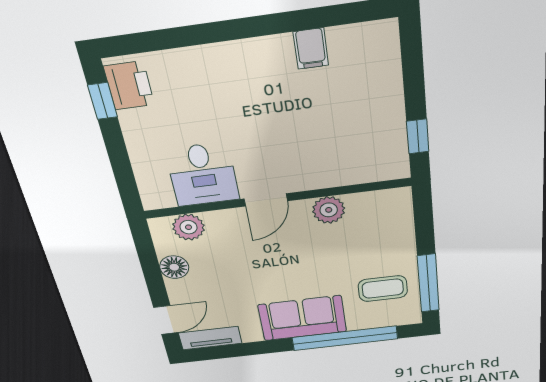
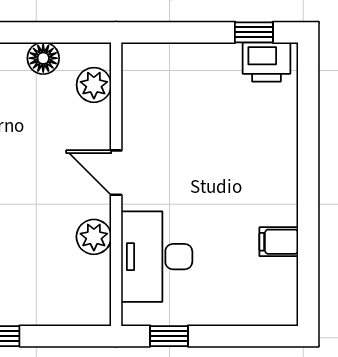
desk: (203, 174) -> (157, 257), moved, width x1.37

